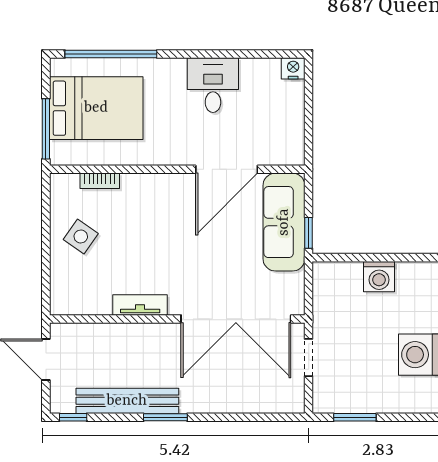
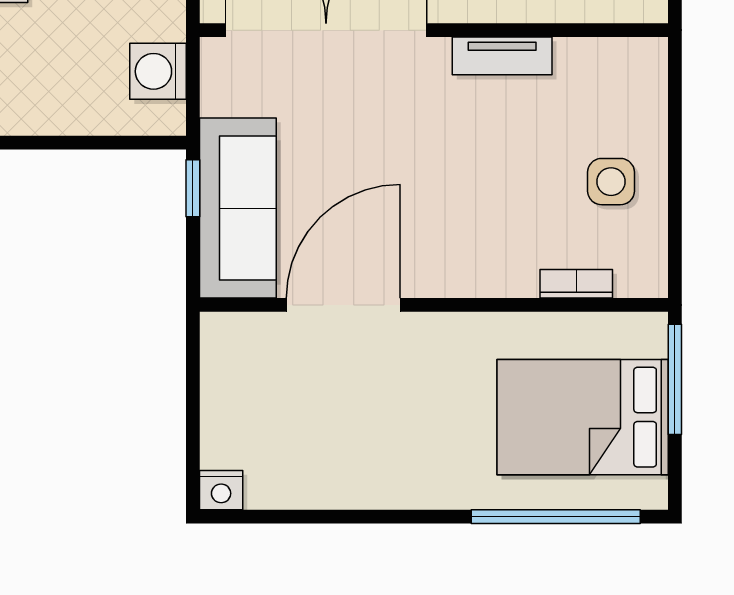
desk: (213, 85) -> (368, 459), removed
side table: (81, 237) -> (611, 182), turned -35
washing machine: (379, 277) -> (158, 71), moved, turned -90

